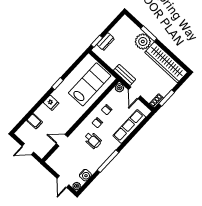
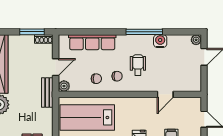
door: (62, 140) -> (165, 94), hinge flipped
water cooler: (85, 175) -> (160, 41), moved

